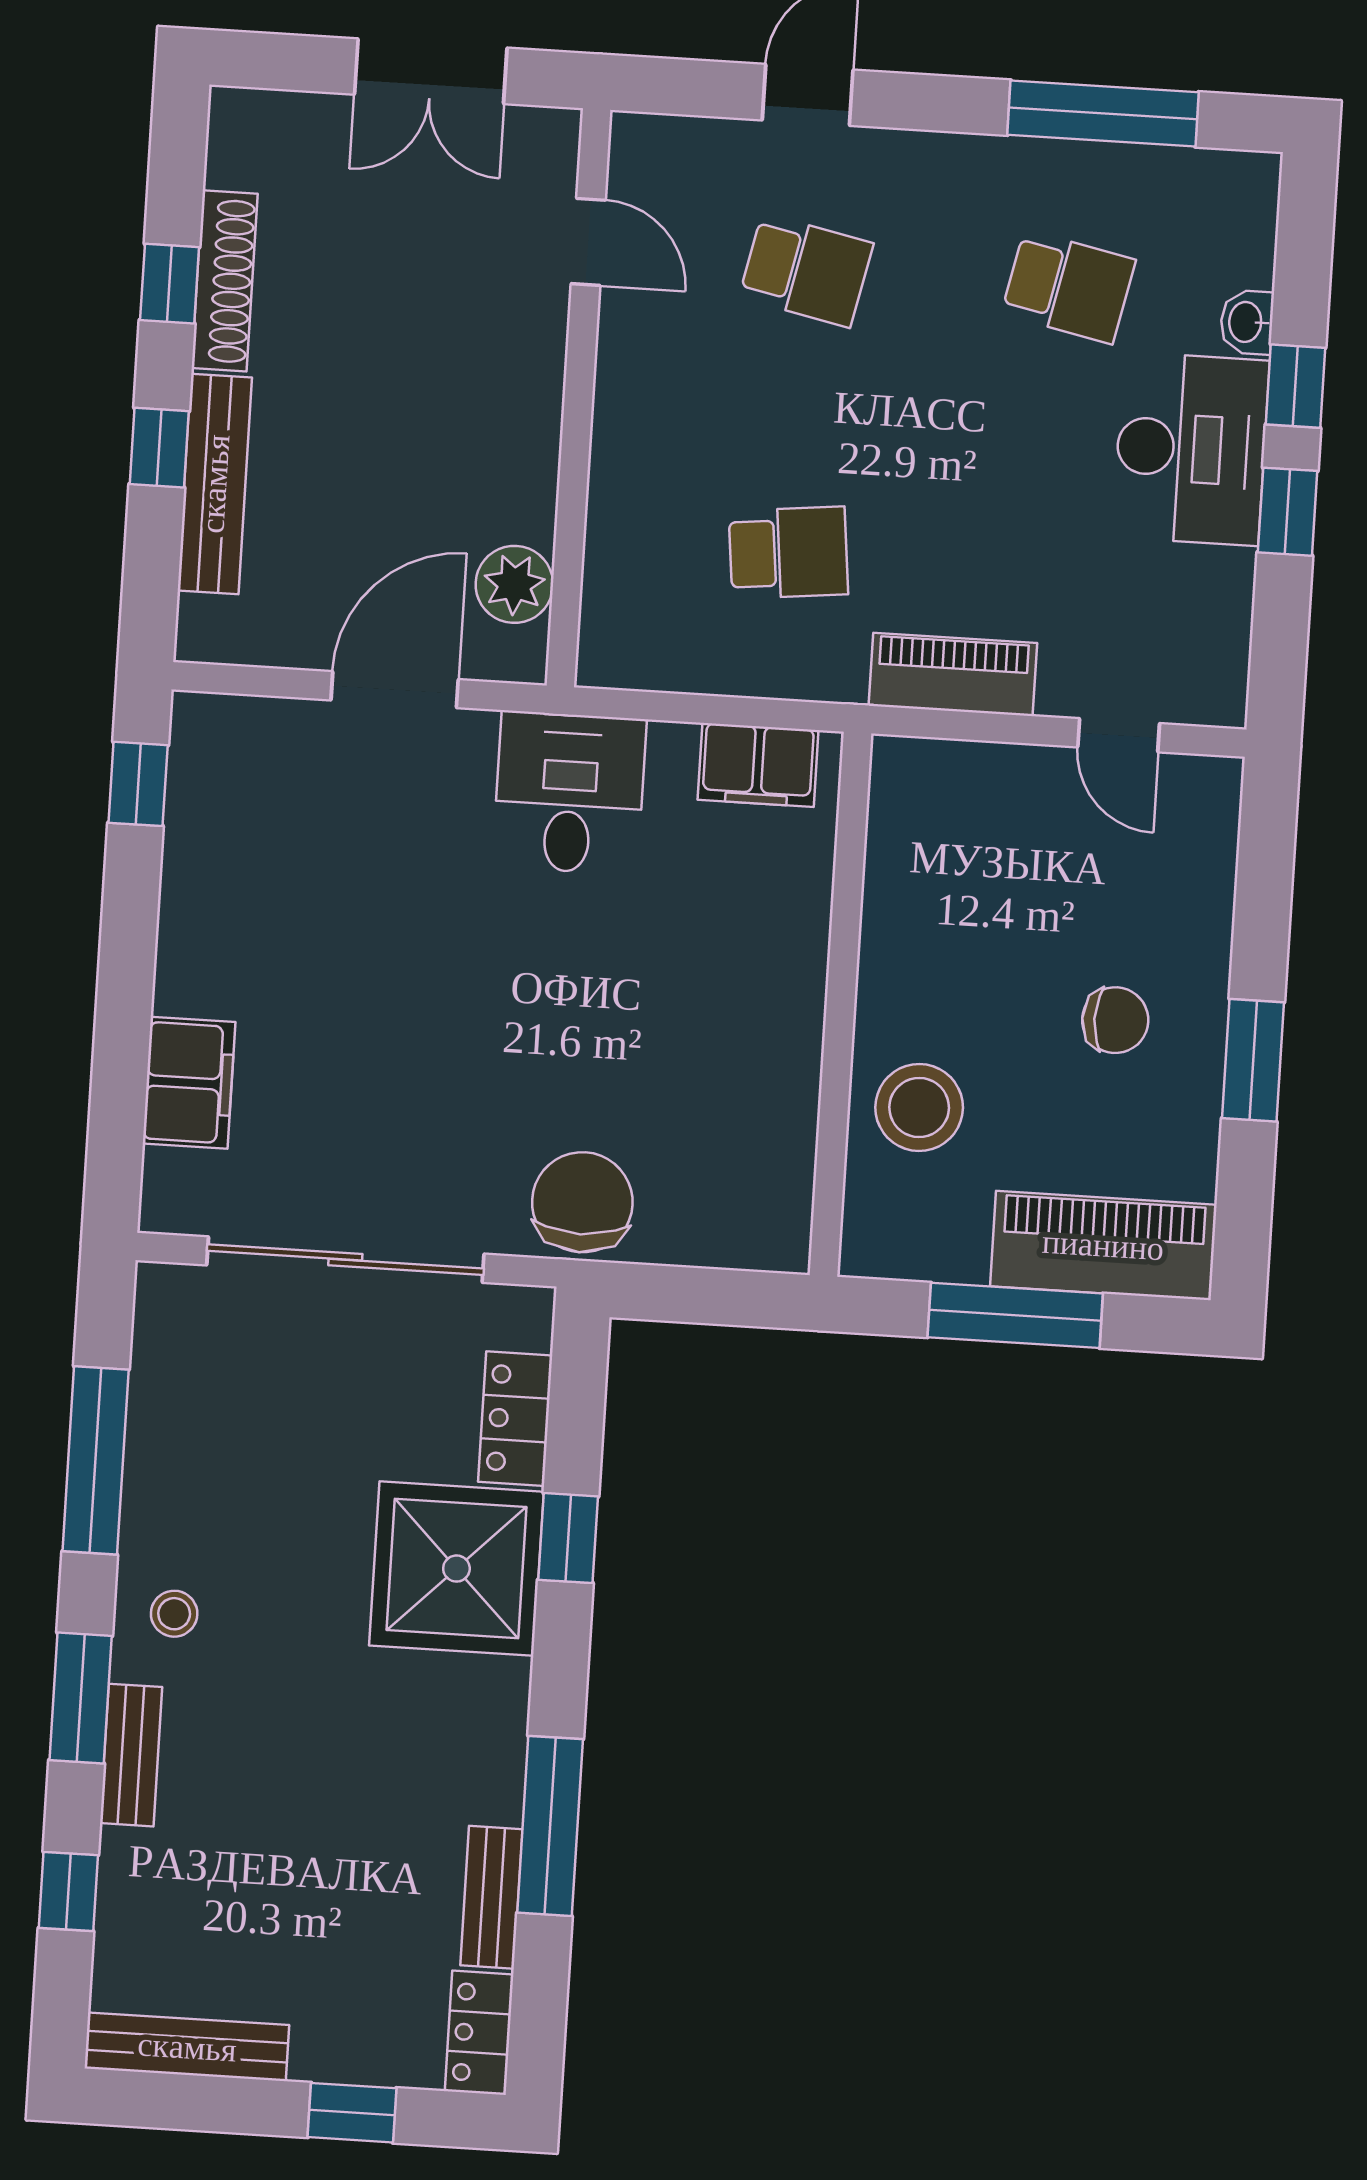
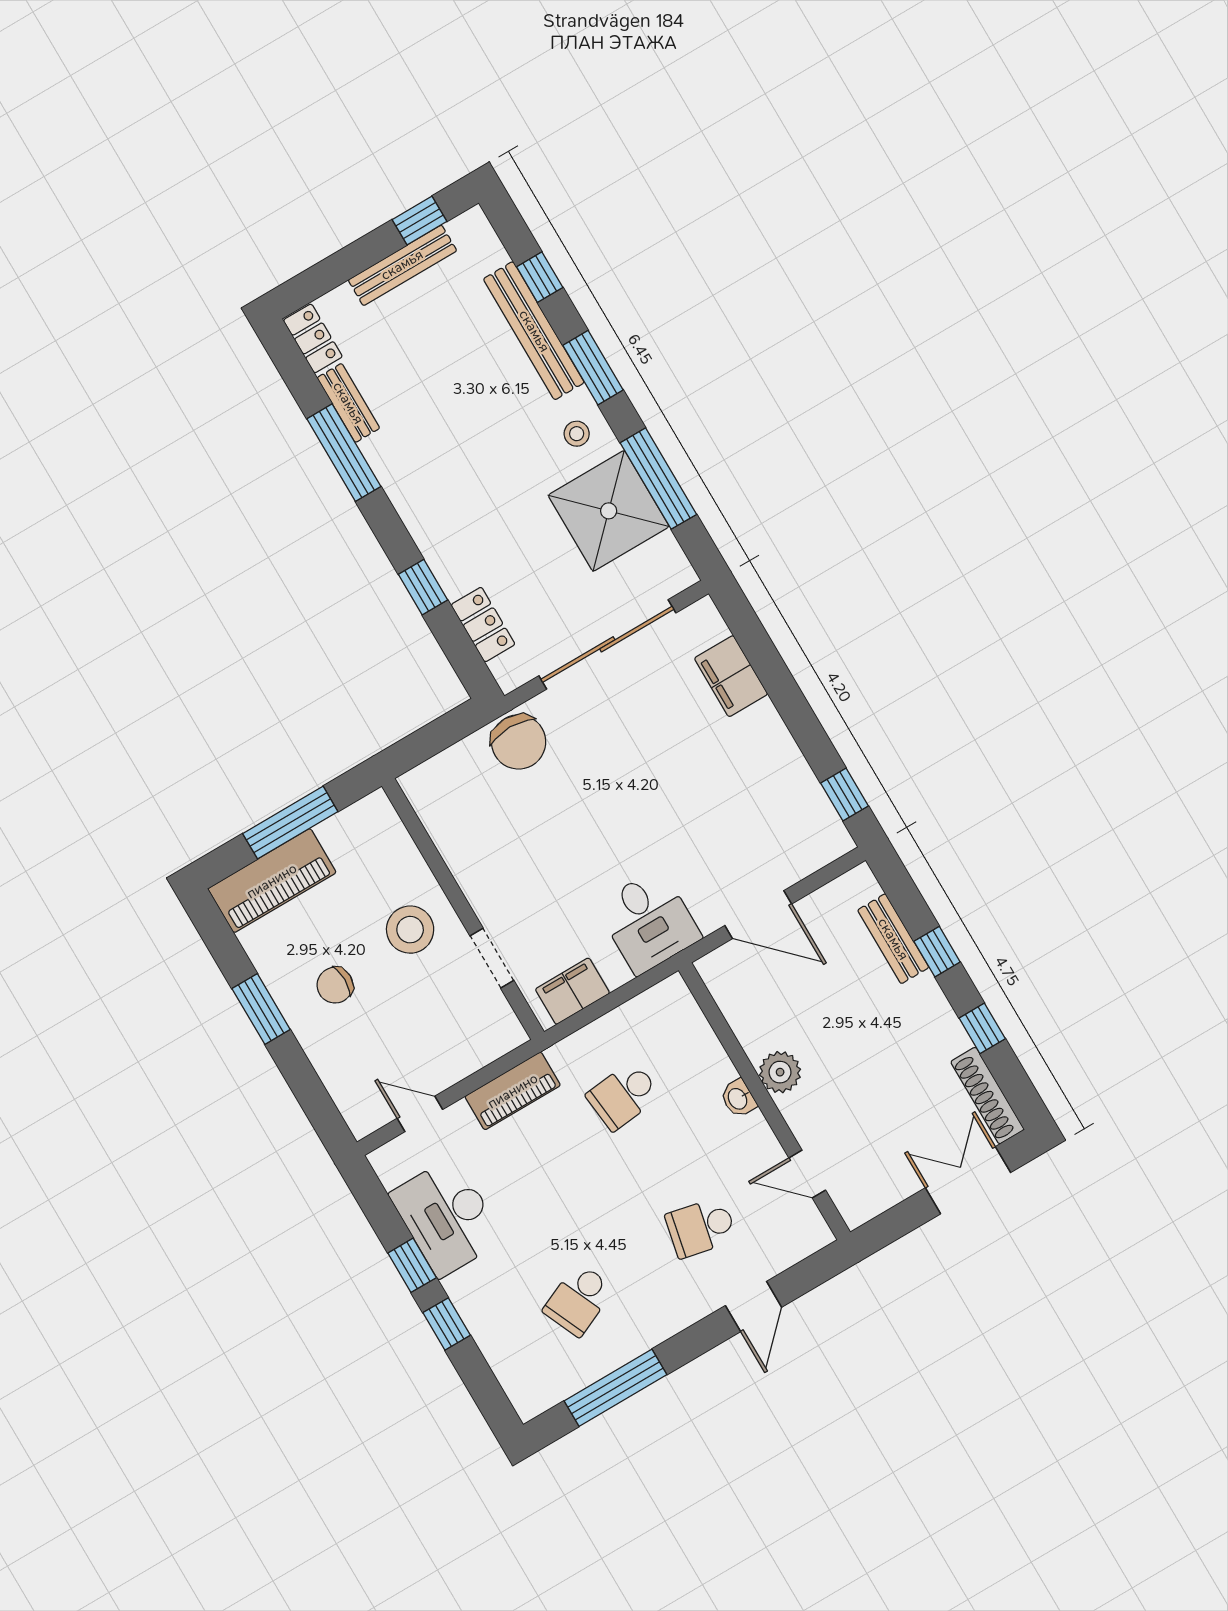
double door: (431, 71) -> (968, 1180), moved
shoe rack: (225, 281) -> (987, 1096), moved
school desk: (1068, 287) -> (578, 1300), turned -36
washbasin: (1247, 322) -> (738, 1098), moved, turned 180
desk: (1191, 449) -> (447, 1217), moved
bench: (215, 484) -> (893, 939), width x0.73
plant: (514, 584) -> (780, 1072), moved
door: (395, 690) -> (758, 915), hinge flipped
doorway: (847, 899) -> (492, 958), added
stool: (919, 1107) -> (410, 930), moved
shower: (456, 1569) -> (609, 511), moved
bench: (131, 1755) -> (534, 331), width x1.86, depth x1.21
bench: (187, 2047) -> (402, 265), moved
window: (352, 2113) -> (419, 221), moved

